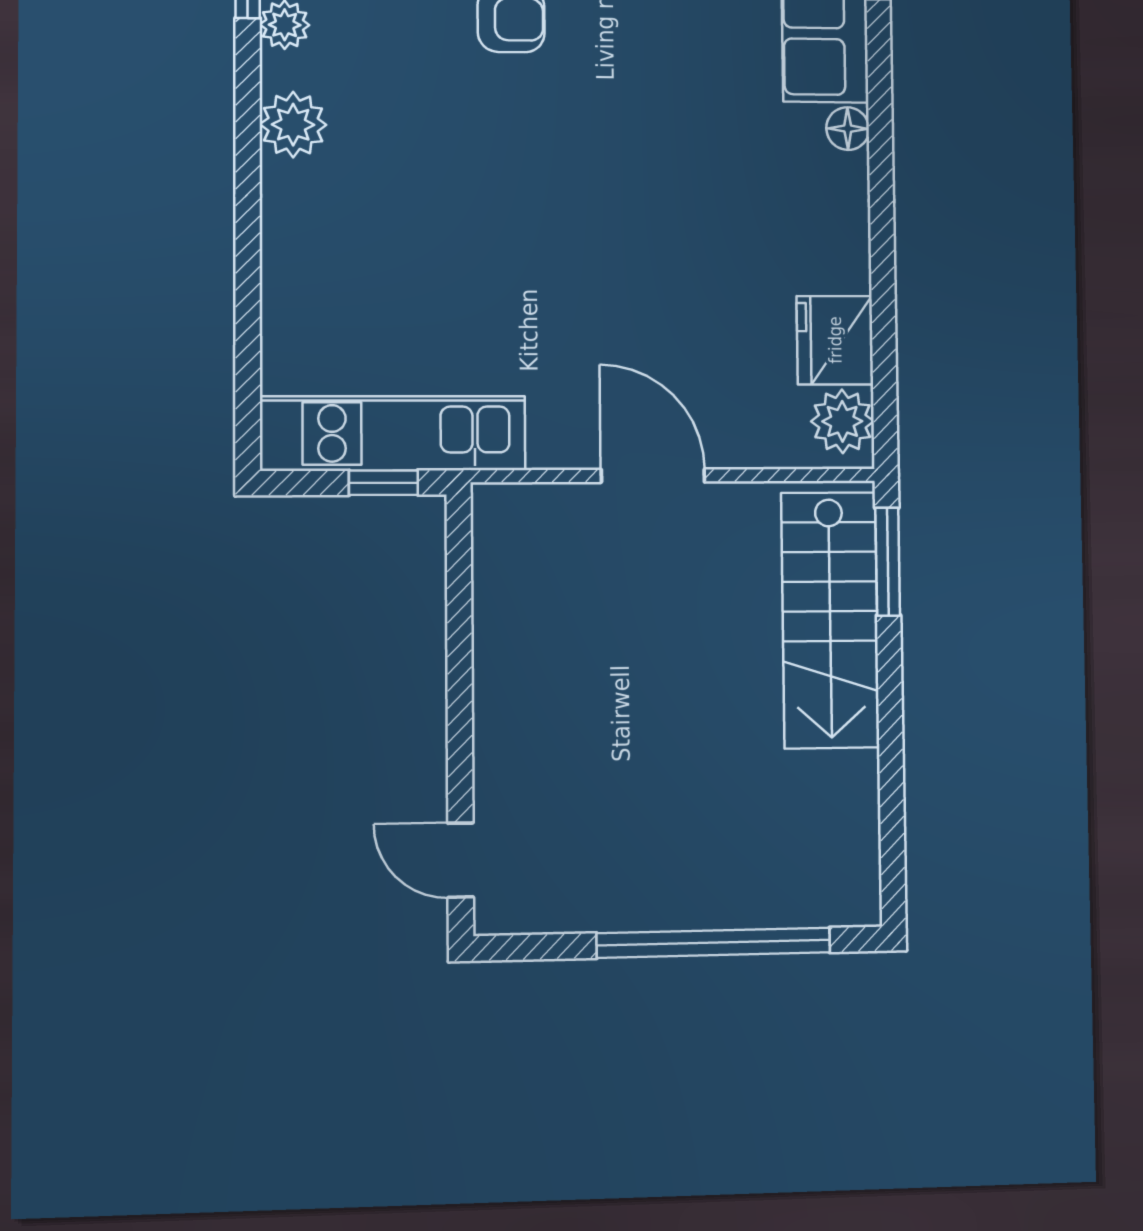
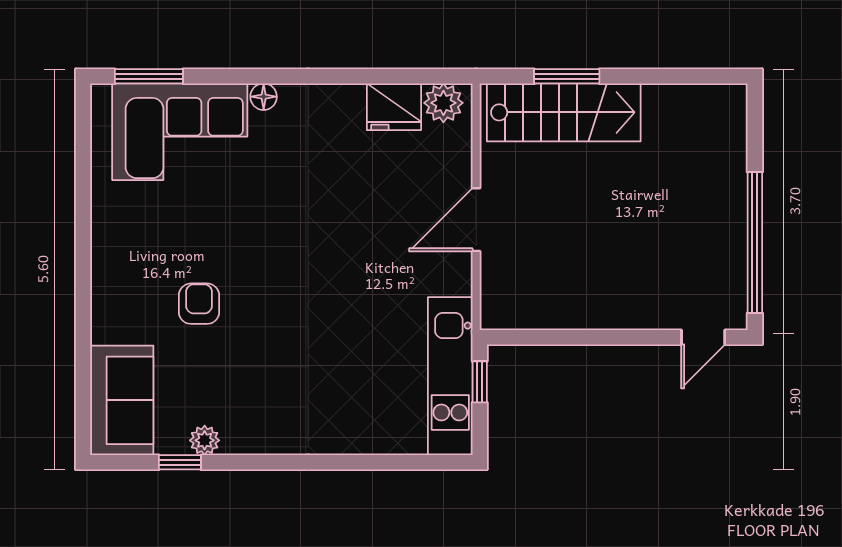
plant: (293, 125) -> (265, 435), removed
window: (888, 562) -> (567, 76), moved
window: (714, 943) -> (755, 242), moved

